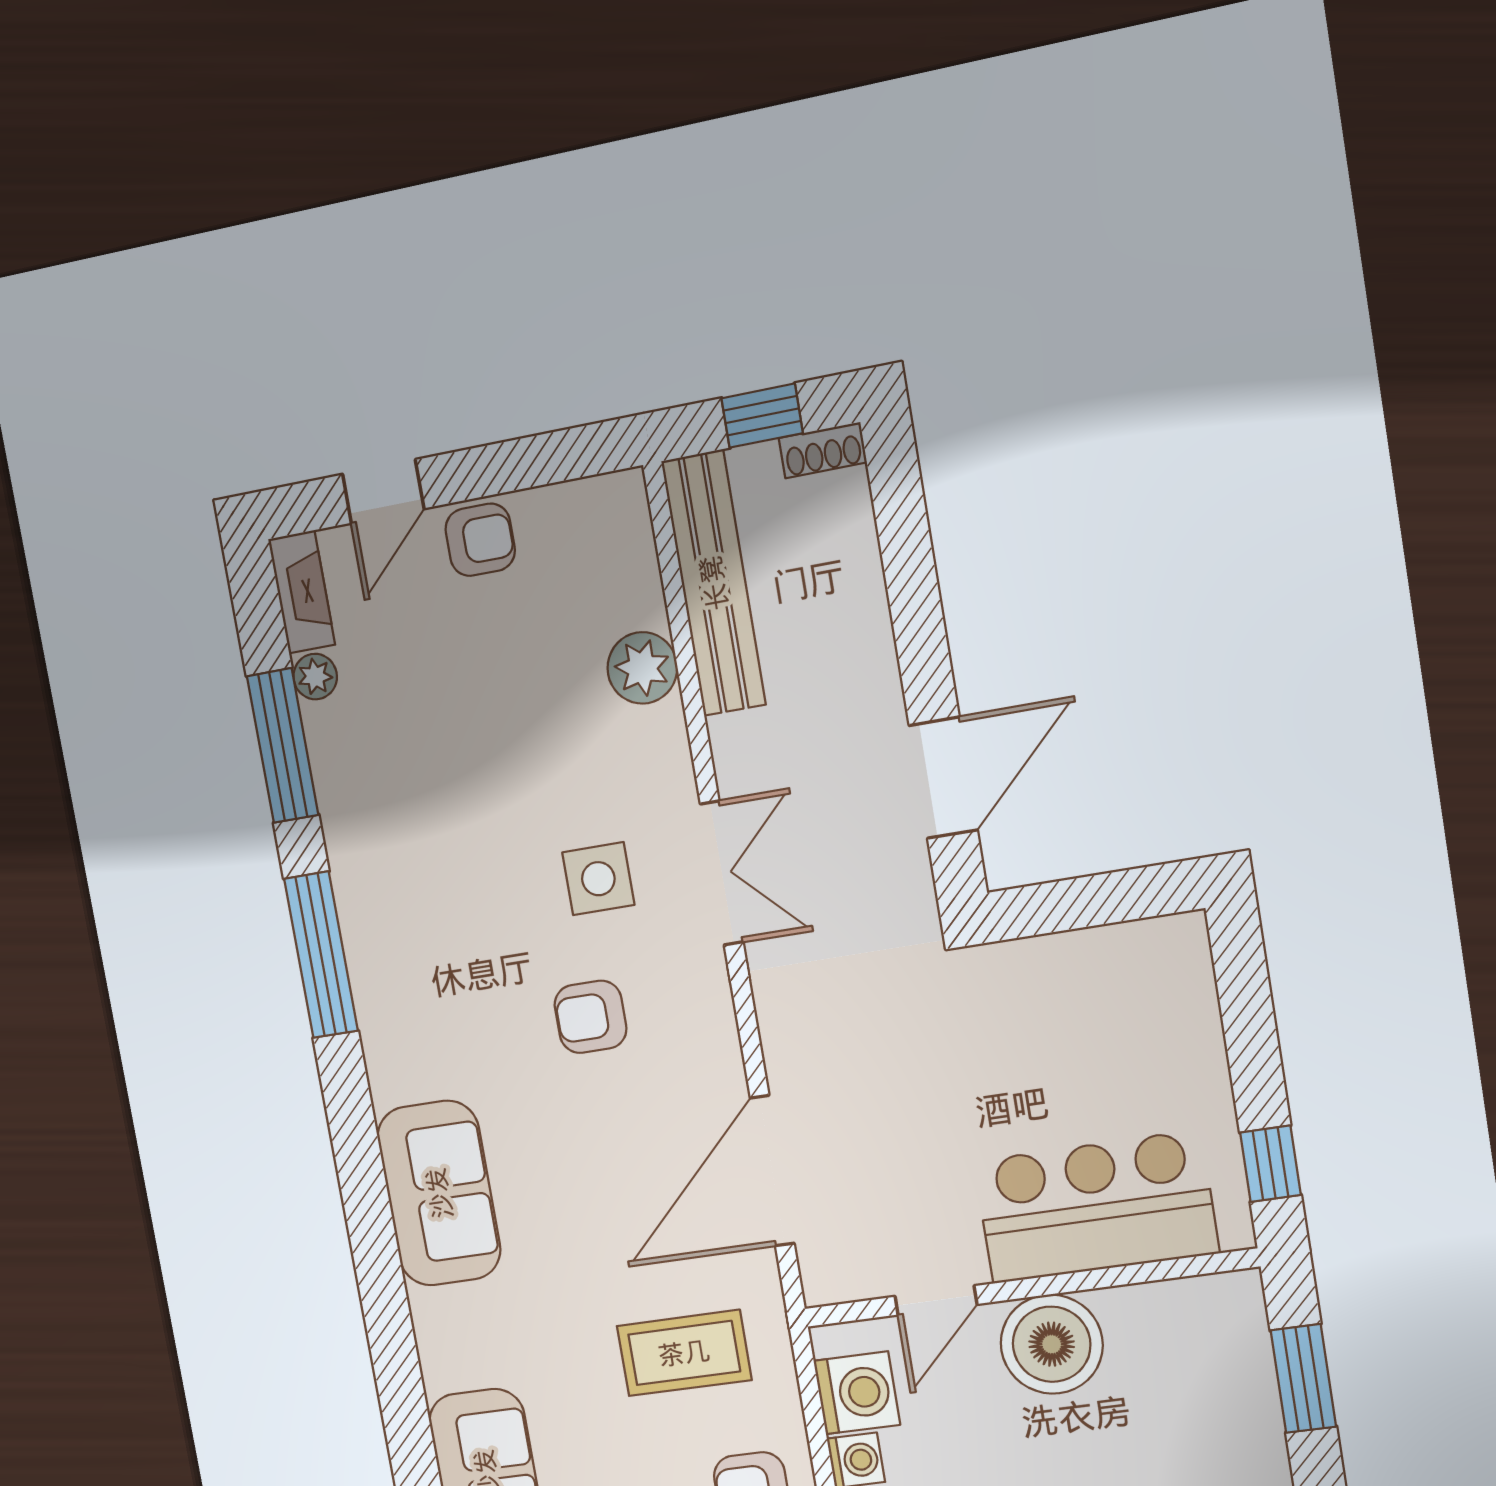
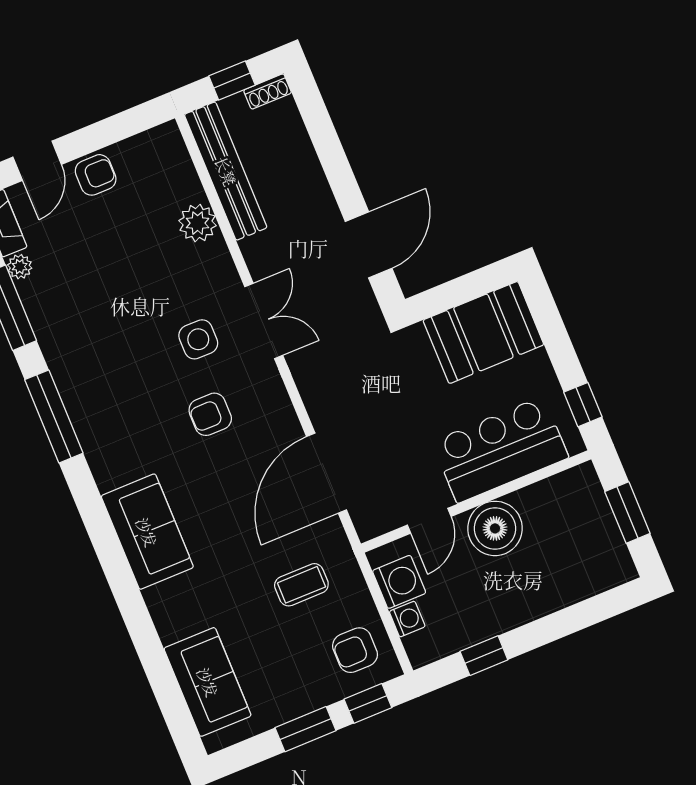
booth: (1117, 988) -> (483, 332), added
coffee table: (684, 1353) -> (301, 585), width x0.73, depth x0.77

